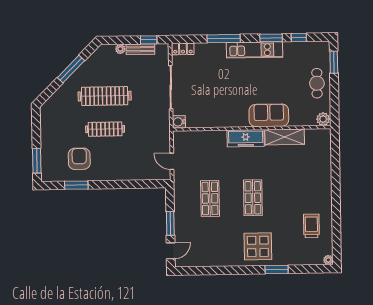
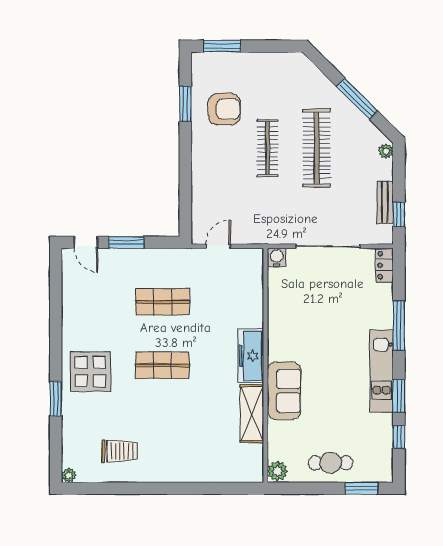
plant: (120, 49) -> (386, 151), moved

